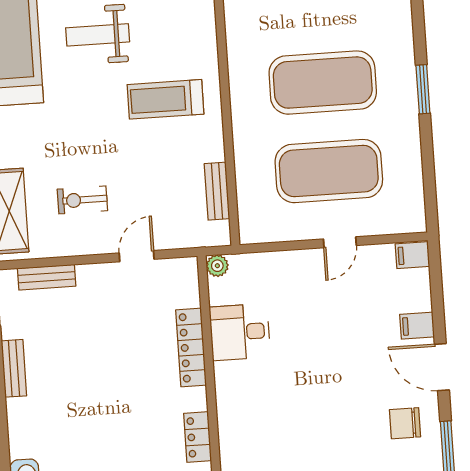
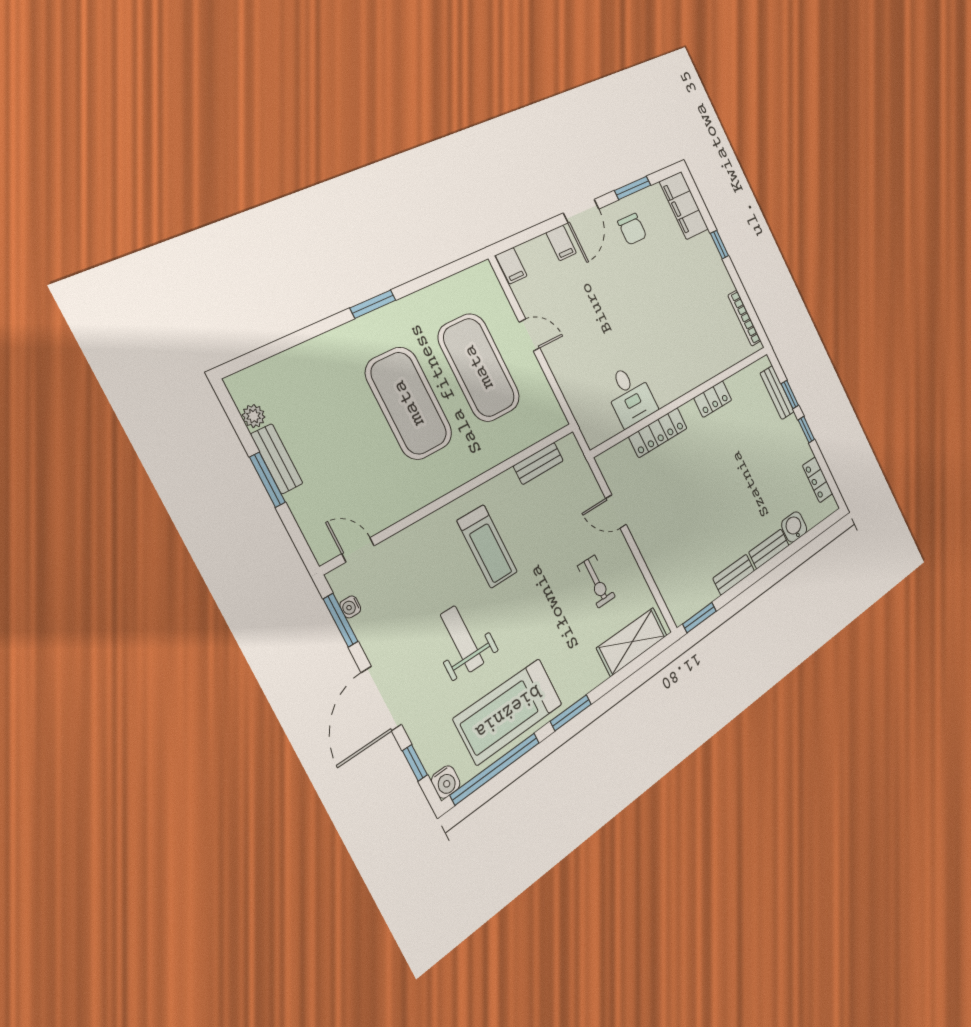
weight bench: (98, 35) -> (462, 639), turned 180
plant: (217, 266) -> (593, 437), removed
bench: (47, 277) -> (769, 549), moved, turned 90

